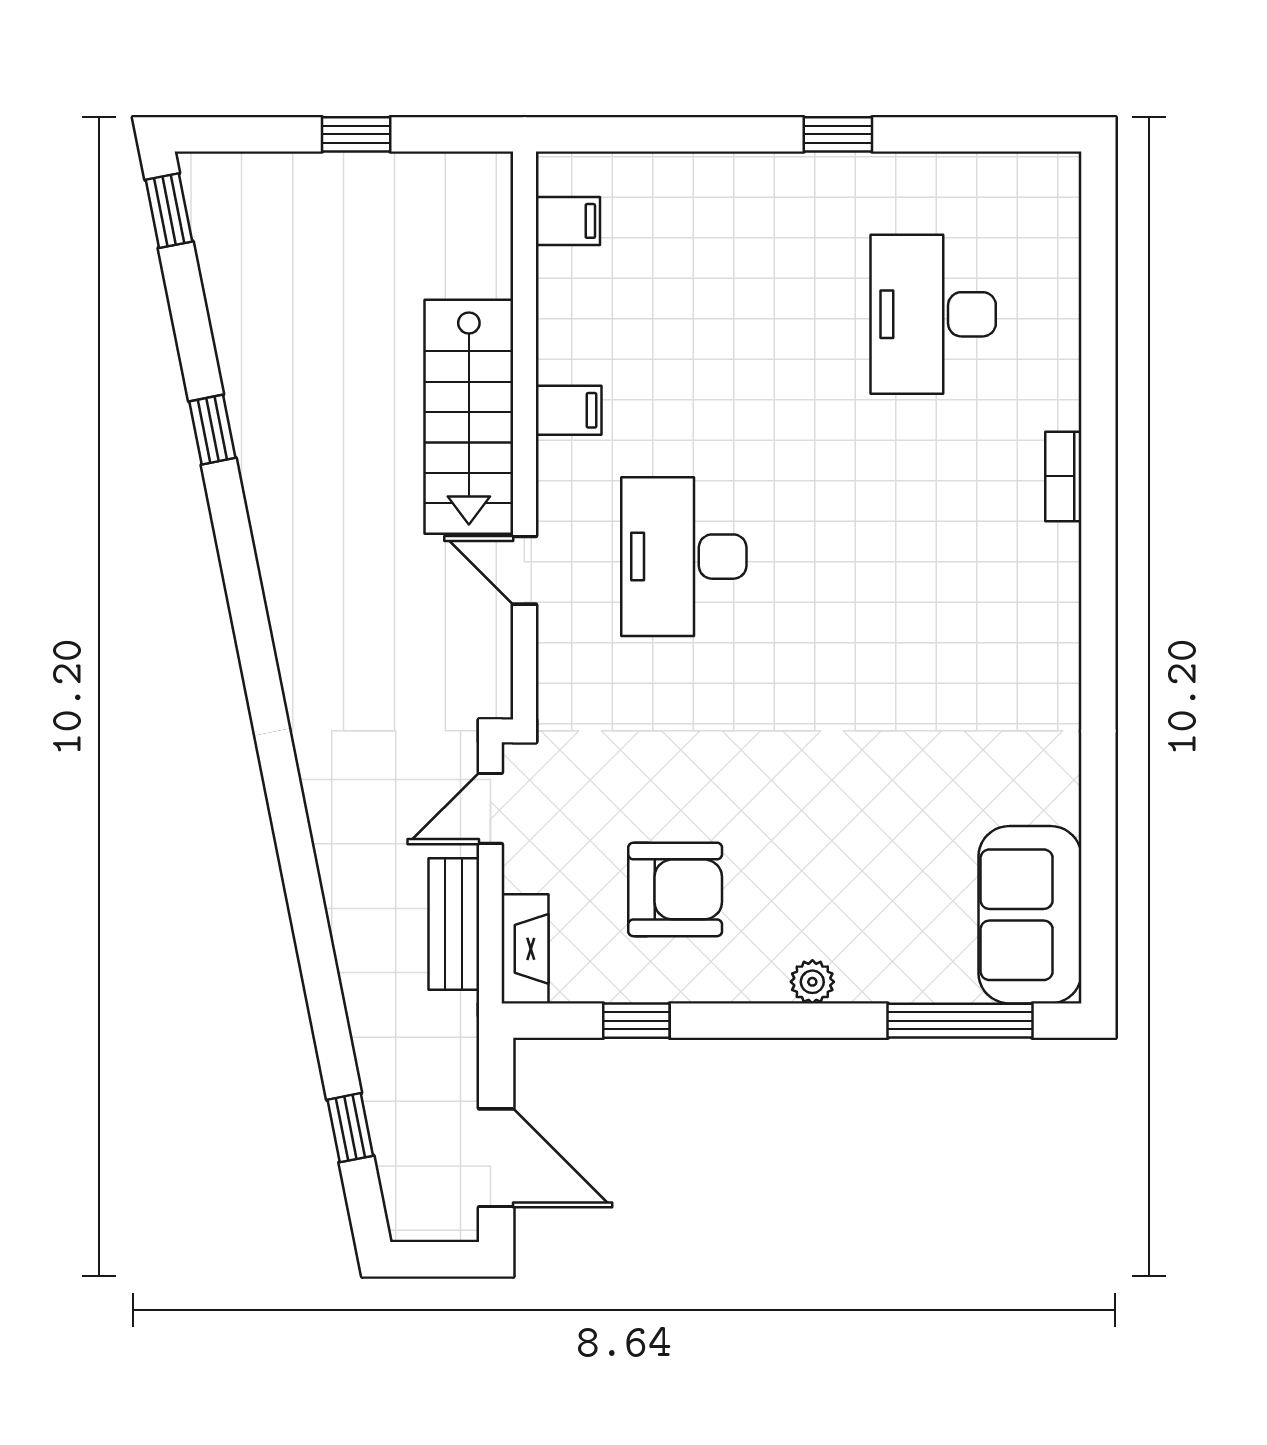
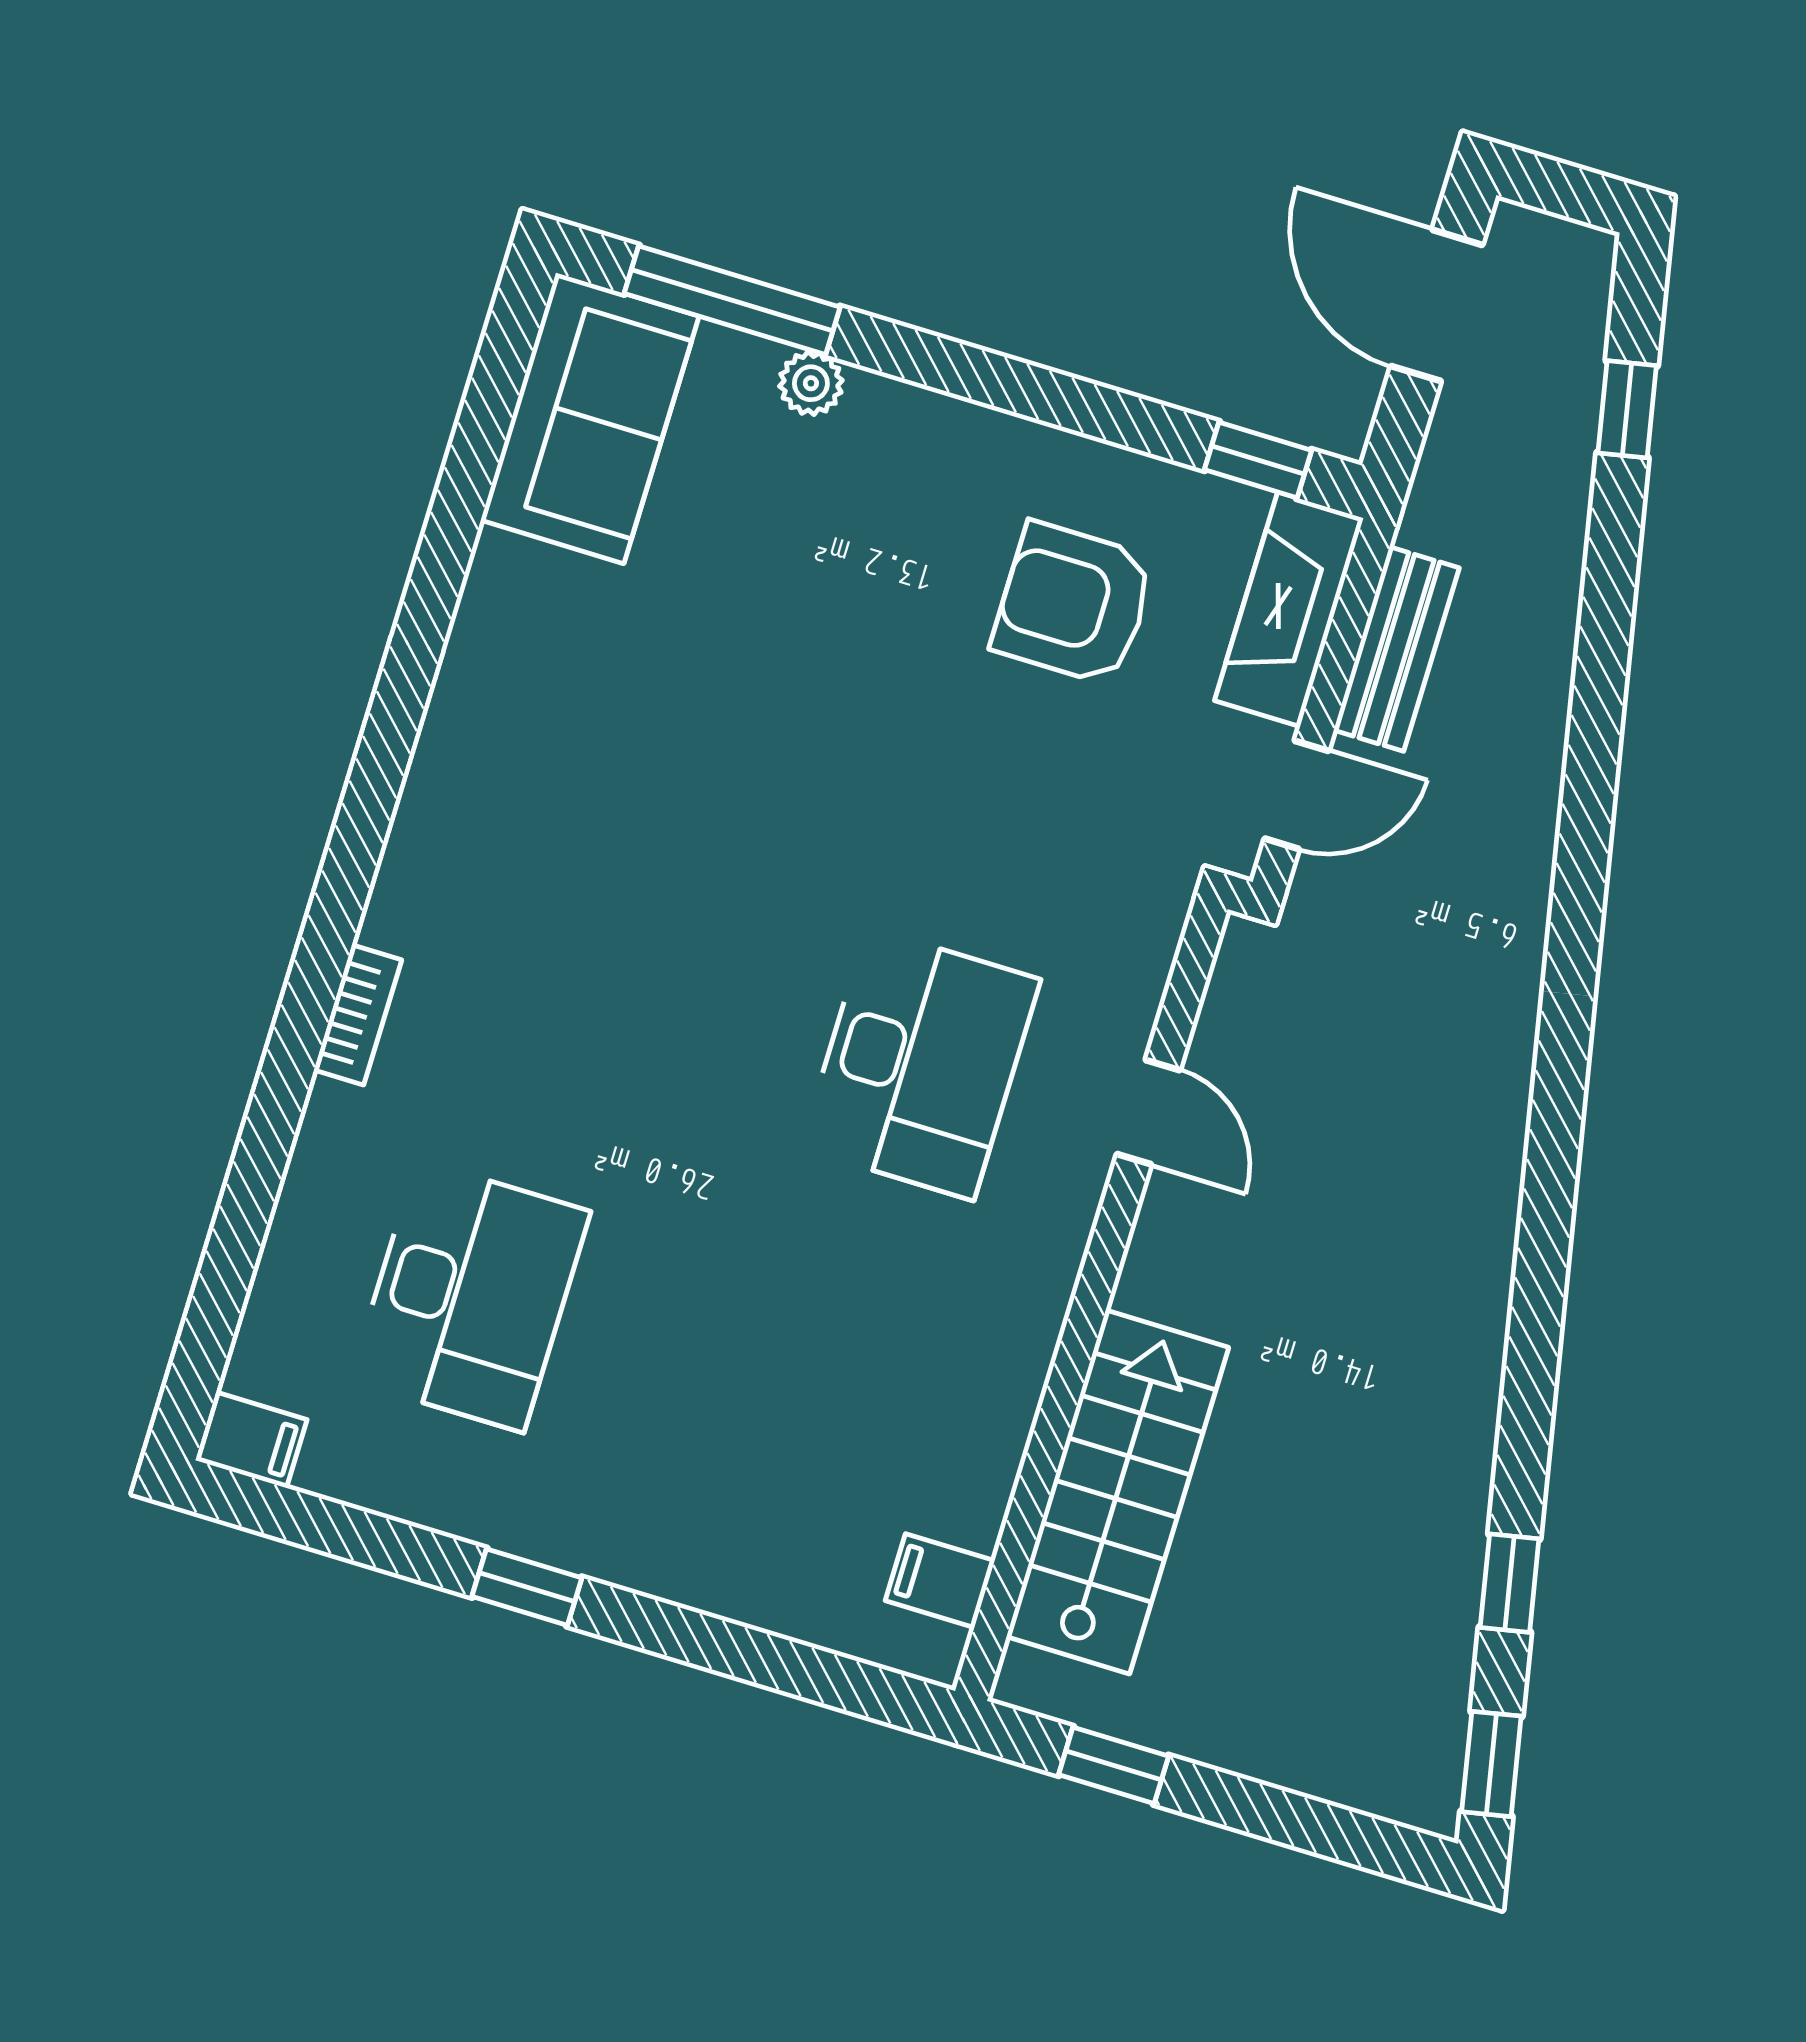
window: (356, 134) -> (1114, 1765), moved
filing cabinet: (569, 410) -> (251, 1440), moved, turned 180
stairs: (469, 417) -> (1118, 1492), moved
window: (212, 430) -> (1510, 1583), moved
fireplace: (525, 949) -> (1289, 609), width x1.37, depth x1.32
plant: (812, 982) -> (811, 383), moved
window: (636, 1021) -> (1258, 460), moved

